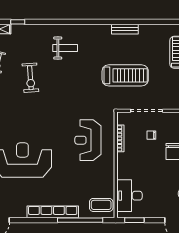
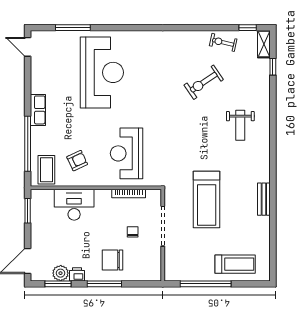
exercise bike: (30, 78) -> (204, 82), turned -30
reception desk: (88, 140) -> (127, 153), turned -90
armchair: (94, 180) -> (77, 161), added
desk: (129, 196) -> (74, 205), moved
row of seats: (53, 212) -> (38, 110), width x0.50

